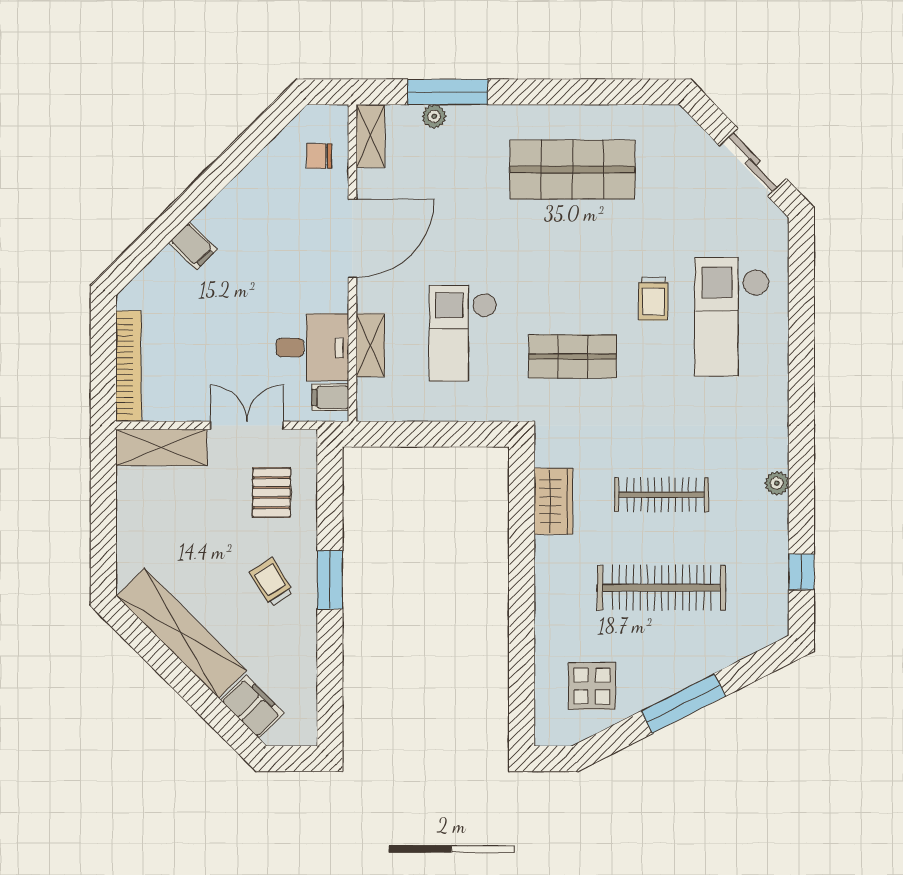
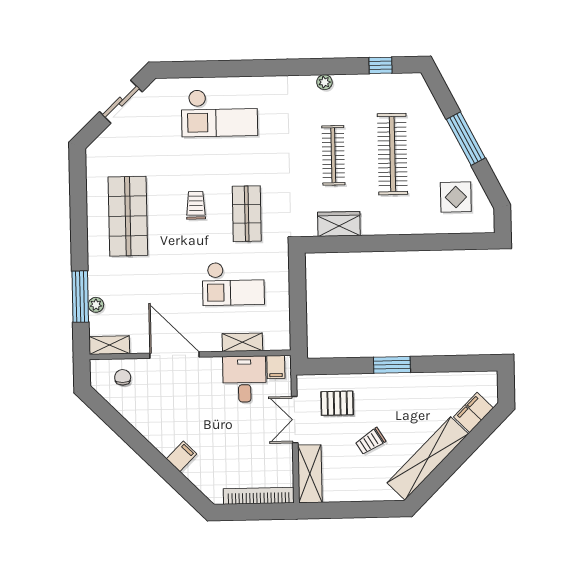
chair: (319, 156) -> (123, 377), turned 180
trolley: (653, 298) -> (196, 205), moved, turned -90
trolley: (271, 582) -> (370, 441), moved

